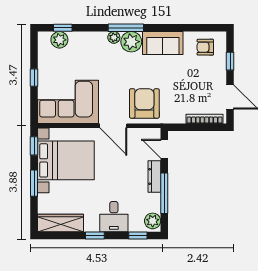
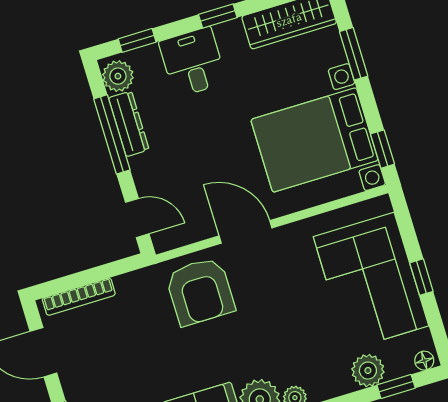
floor lamp: (45, 36) -> (424, 361), added
plant: (59, 40) -> (368, 371), moved
corner sofa: (68, 102) -> (371, 281), moved, turned 90
dresser: (154, 176) -> (129, 124), moved
window: (34, 183) -> (354, 54), moved

